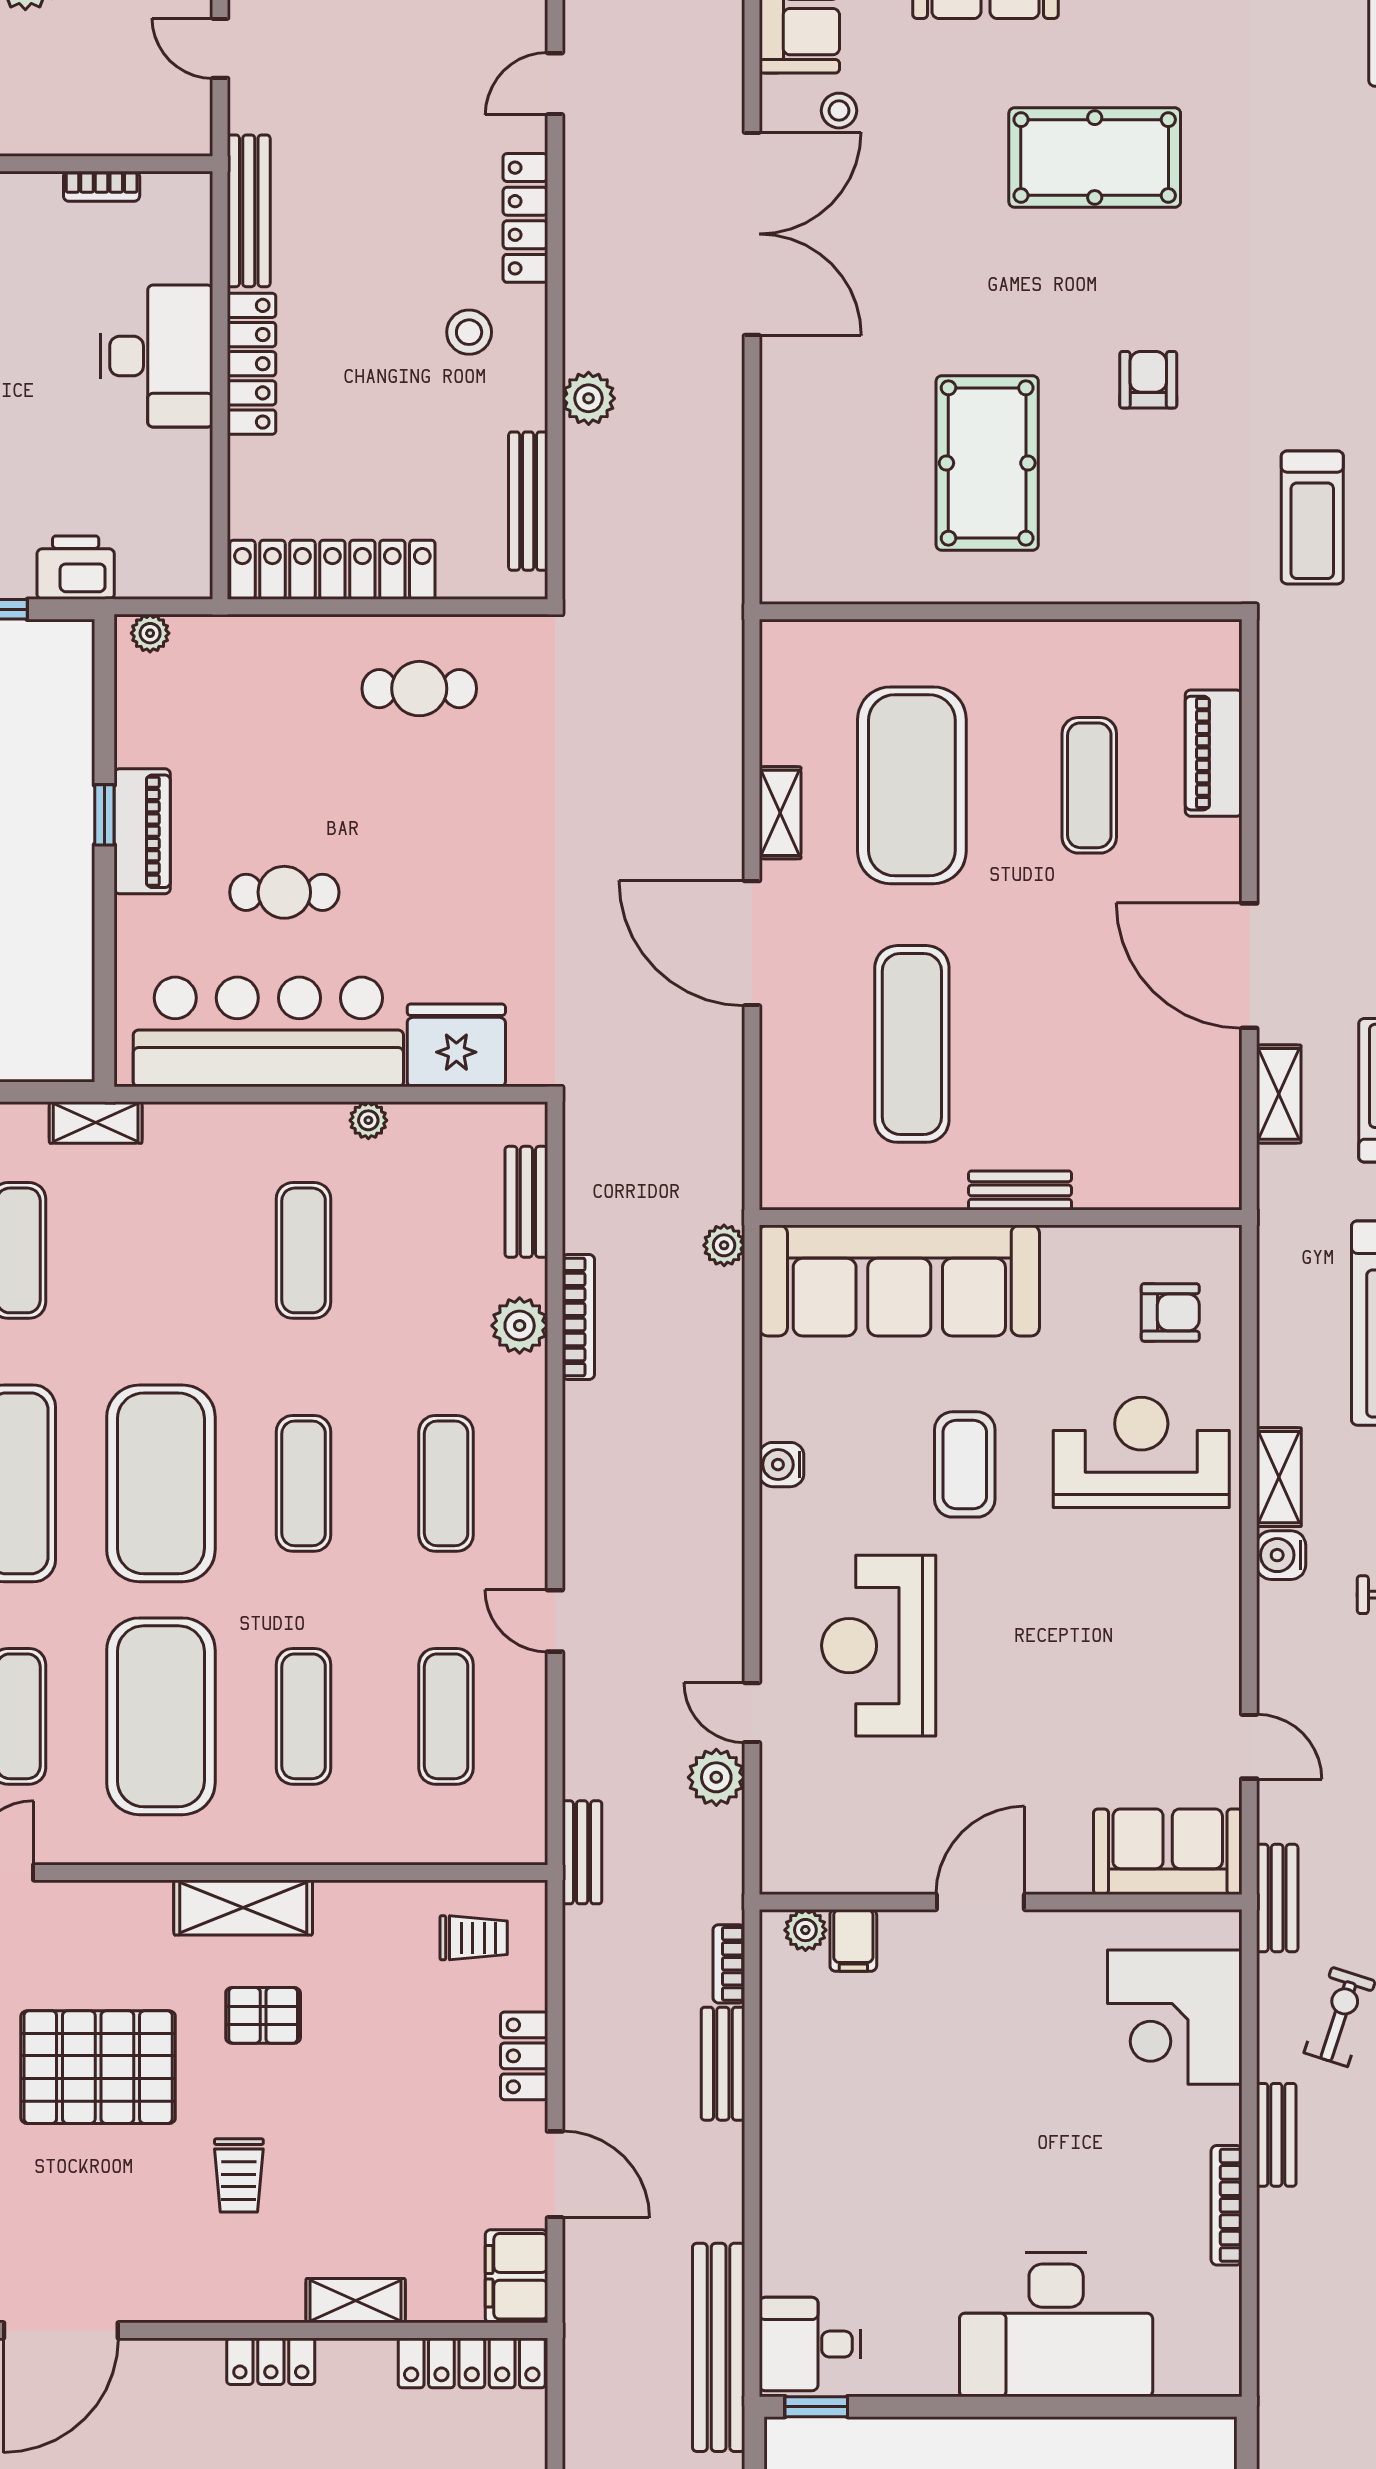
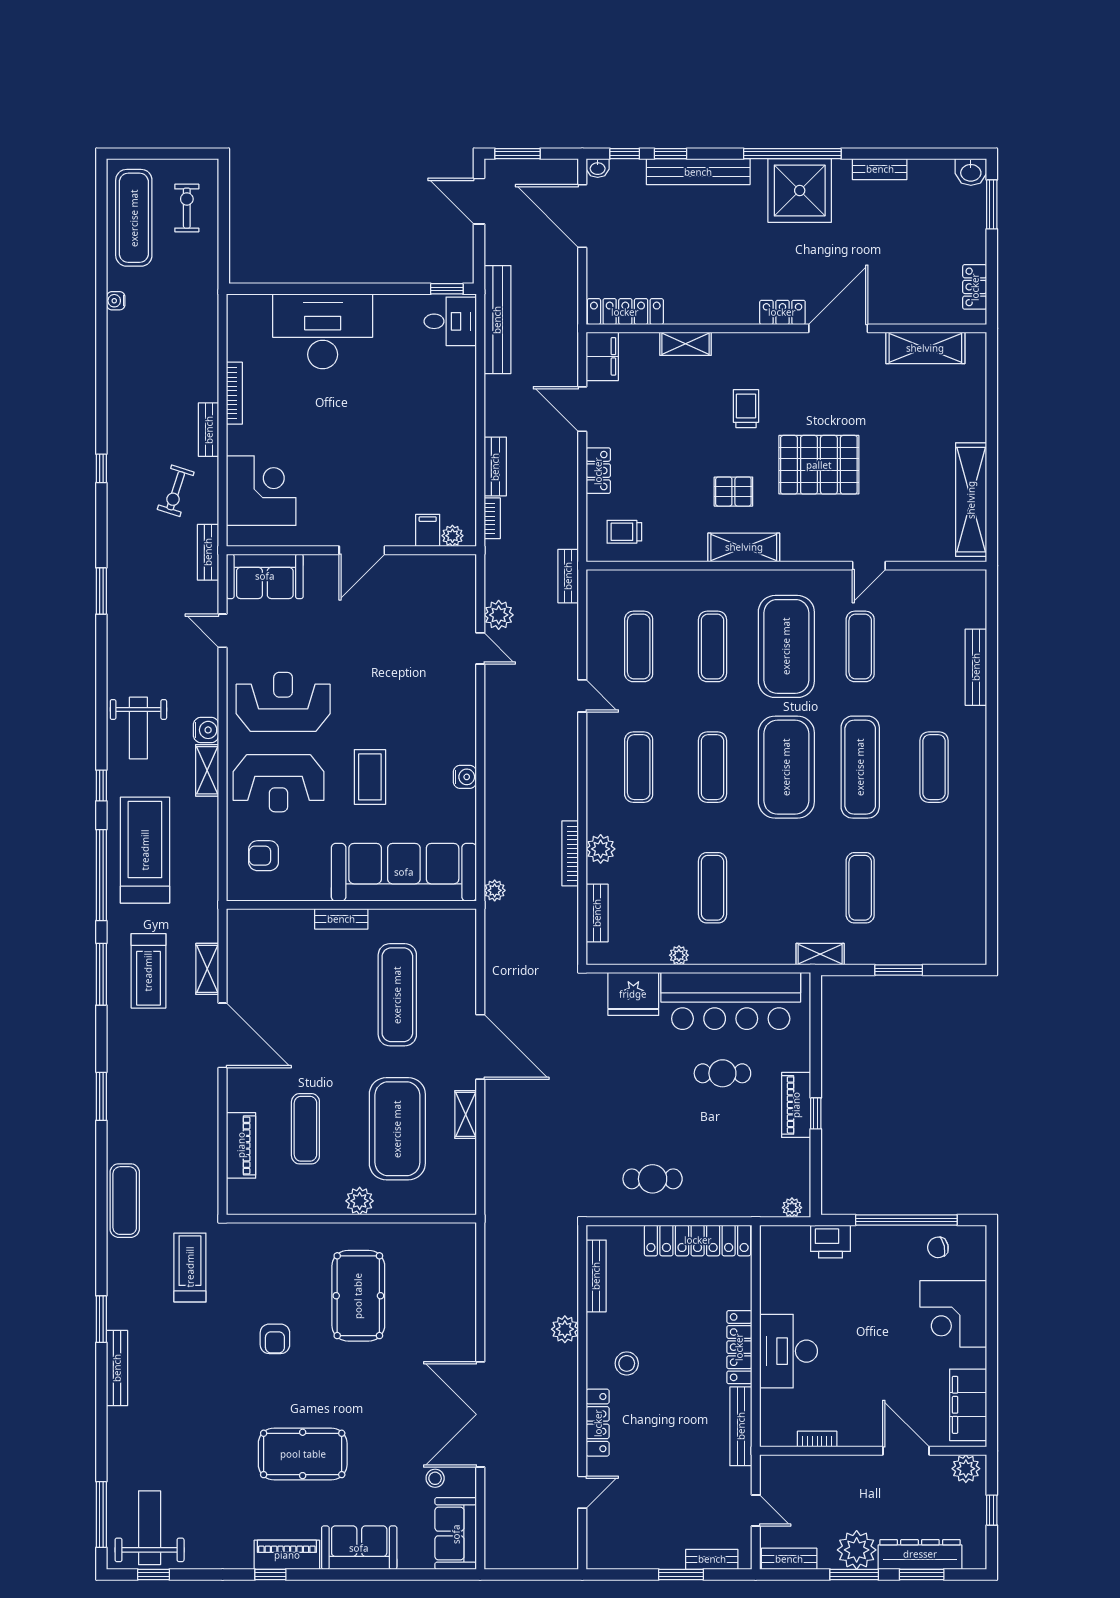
plant: (985, 646) -> (360, 1201), added
reception desk: (879, 1646) -> (283, 702), moved, turned -90
locker: (271, 2361) -> (782, 312), moved

